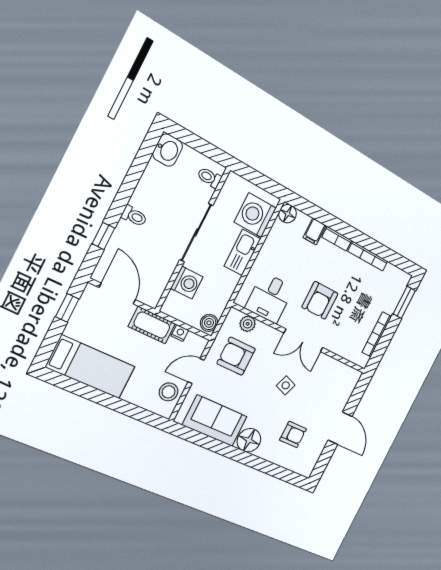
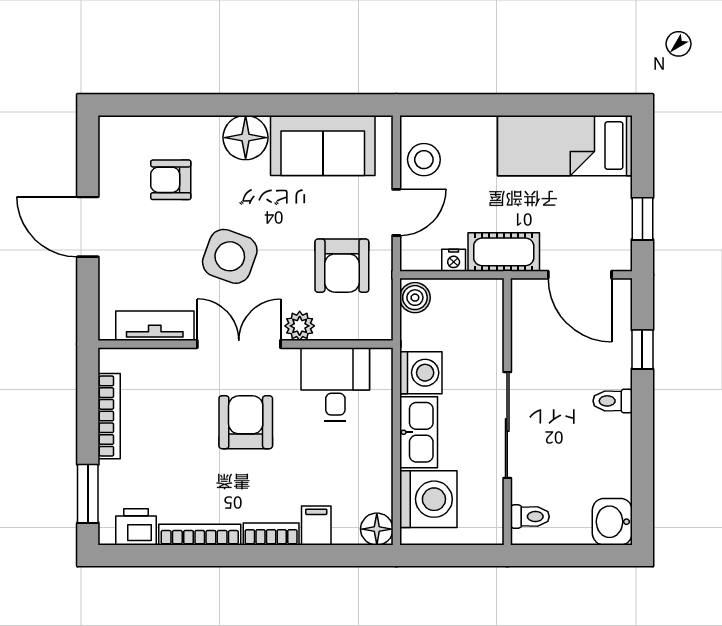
printer: (393, 275) -> (136, 527), added
washing machine: (187, 283) -> (421, 373), moved, turned 180
plant: (248, 324) -> (300, 326), moved
armchair: (236, 356) -> (342, 266), turned 90
tv unit: (336, 368) -> (155, 326), added
side table: (286, 385) -> (230, 256), width x1.87, depth x1.87

